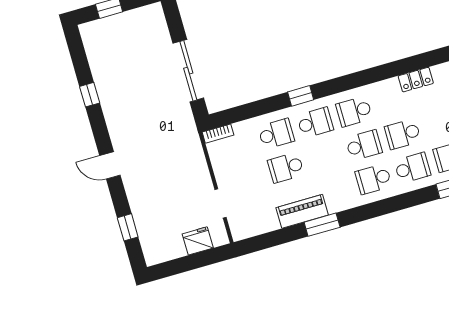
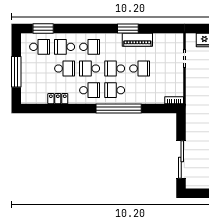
sliding door: (188, 71) -> (181, 159), moved
locker: (416, 80) -> (58, 99), moved
window: (301, 96) -> (119, 109), width x3.17
school desk: (276, 134) -> (115, 69), moved

